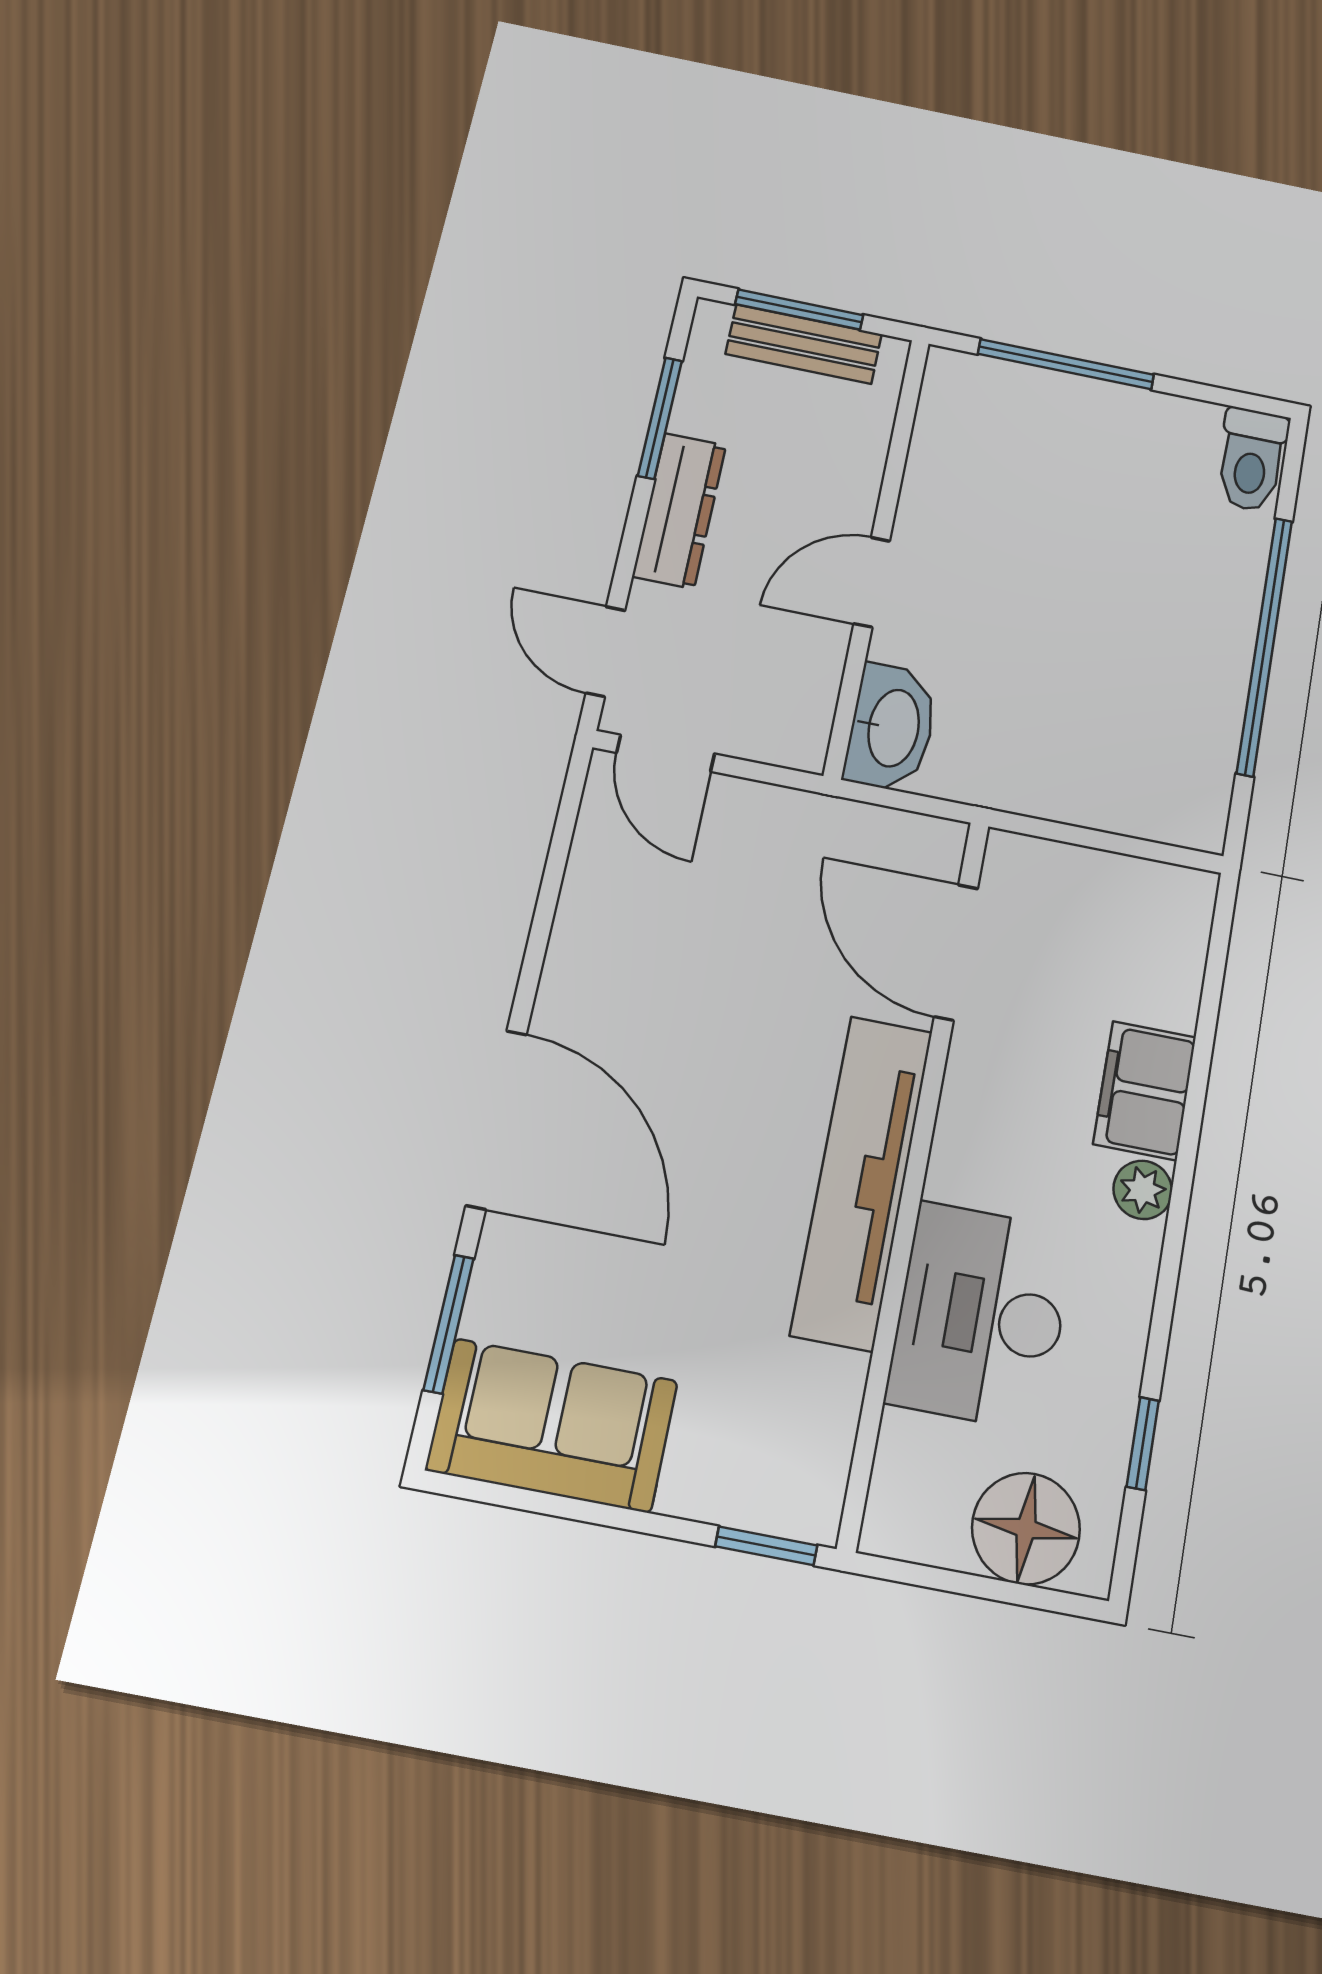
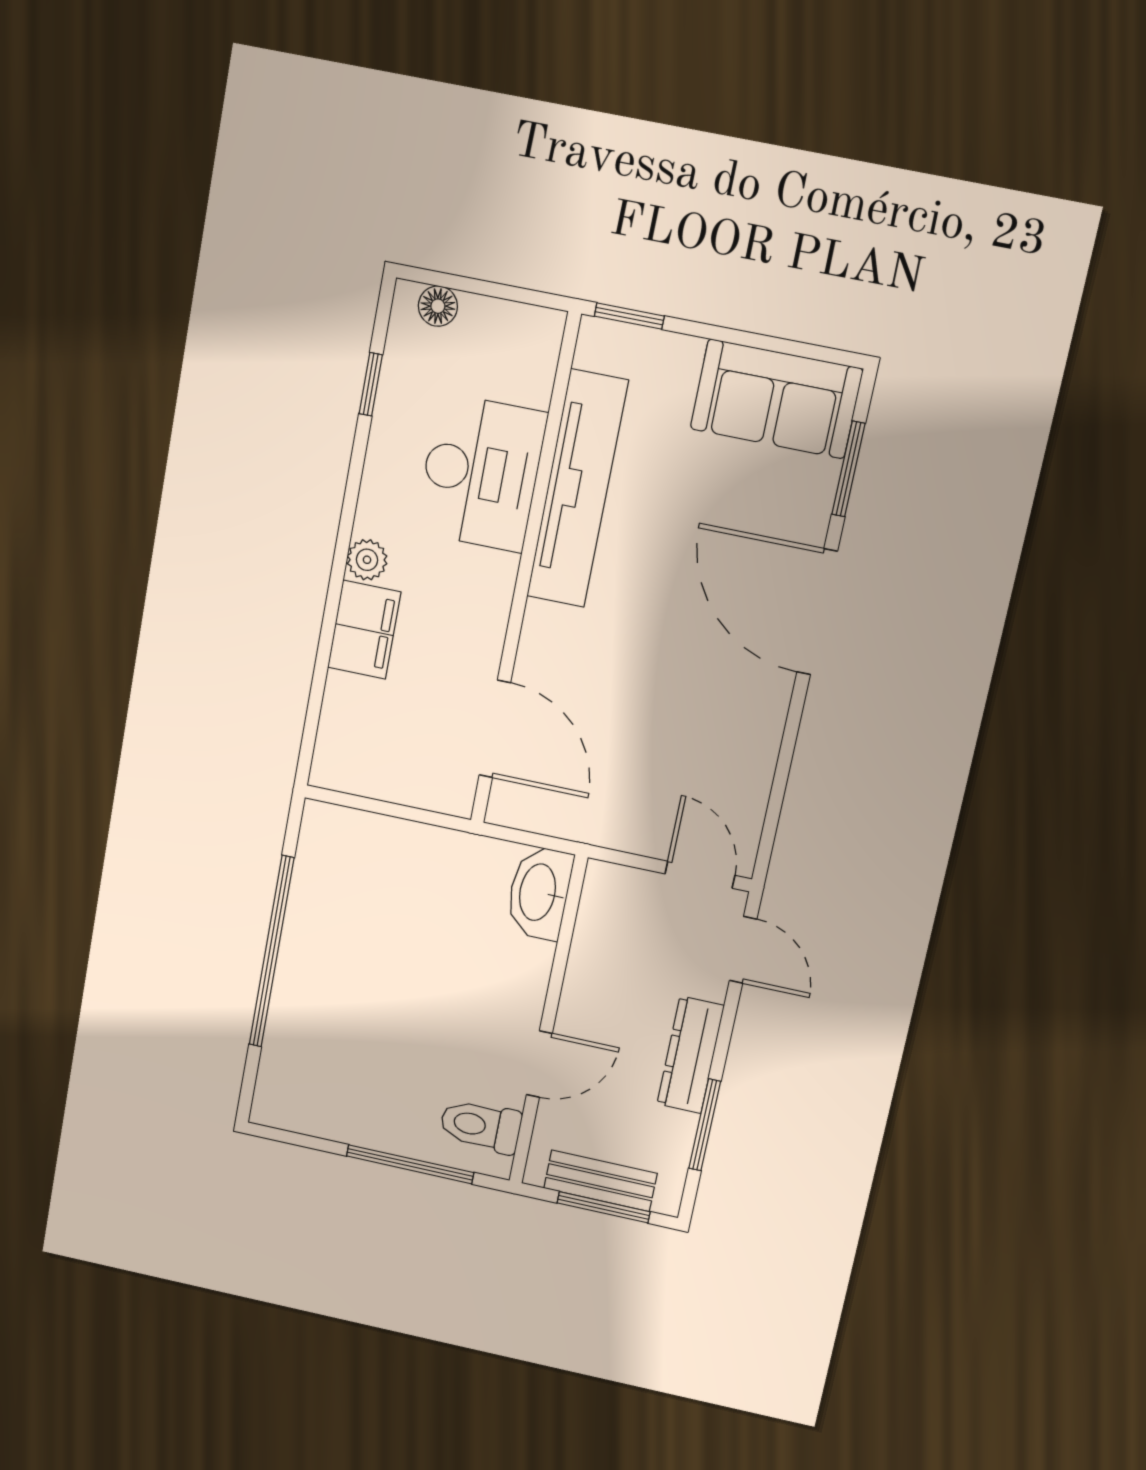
toilet: (1252, 460) -> (480, 1126), moved, turned -90
door: (872, 582) -> (539, 1064), moved
tv unit: (862, 1182) -> (577, 489), moved
floor lamp: (1026, 1529) -> (438, 306), width x0.53, depth x0.53

